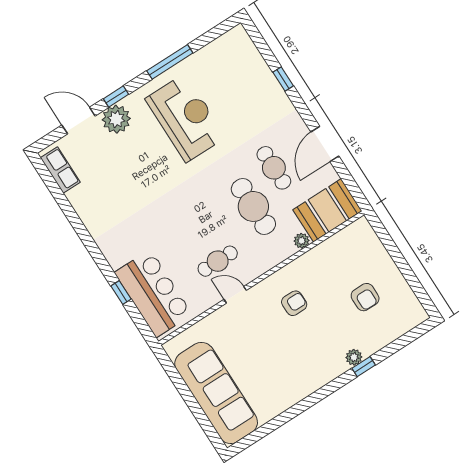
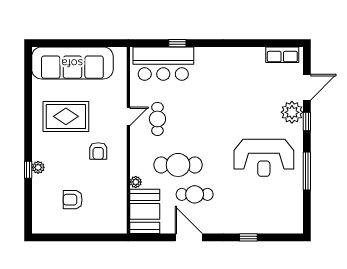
rug: (279, 363) -> (66, 116), added

